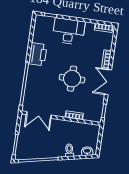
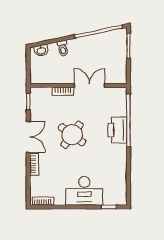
printer: (38, 54) -> (117, 130), moved
round table: (72, 79) -> (72, 135), turned 36
double door: (39, 115) -> (90, 85), moved

